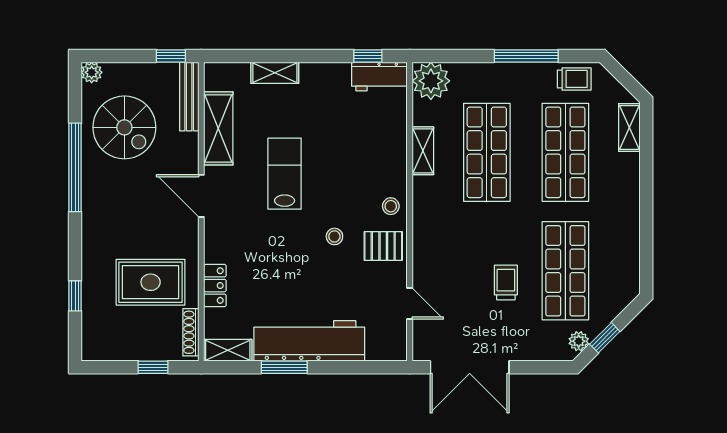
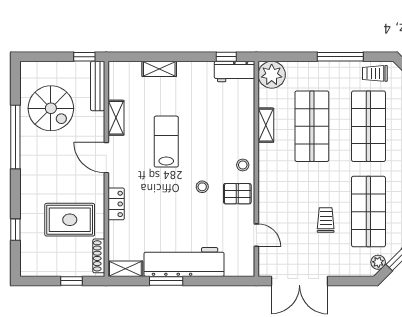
plant: (92, 72) -> (27, 69), removed
trolley: (574, 79) -> (375, 73), turned 180
shelving: (218, 128) -> (116, 118), width x0.67, depth x0.75
locker: (215, 286) -> (116, 204), moved

